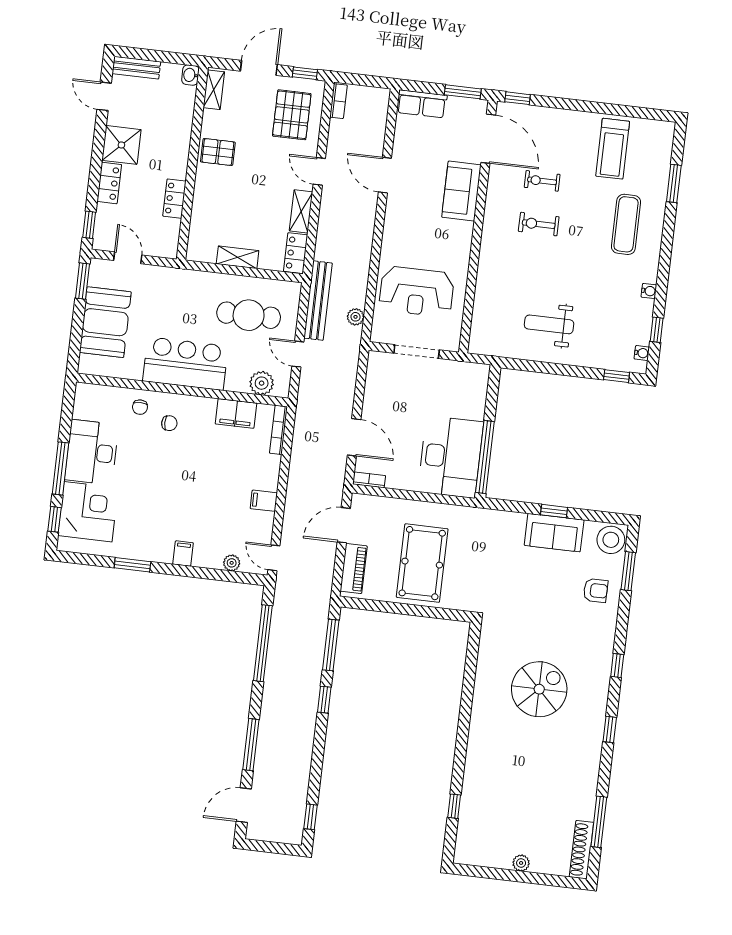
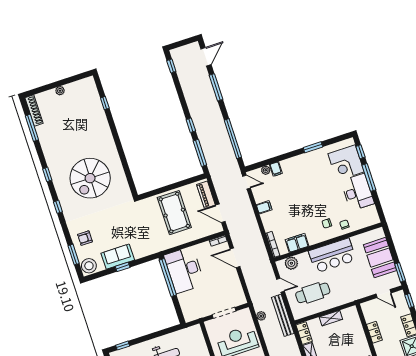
door: (344, 525) -> (220, 213), swing flipped
filing cabinet: (183, 554) -> (276, 169), moved
spiral stairs: (539, 689) -> (90, 178), width x1.37, depth x1.37

